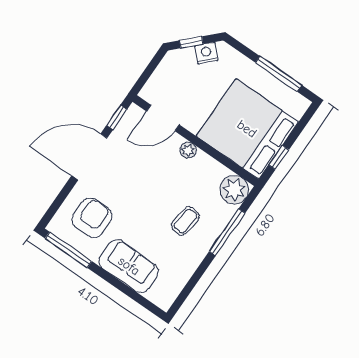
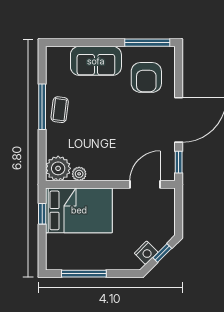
bed: (247, 129) -> (79, 210), width x0.73
plant: (188, 150) -> (79, 174), moved
coffee table: (185, 221) -> (60, 110), moved
window: (227, 232) -> (42, 107), moved

